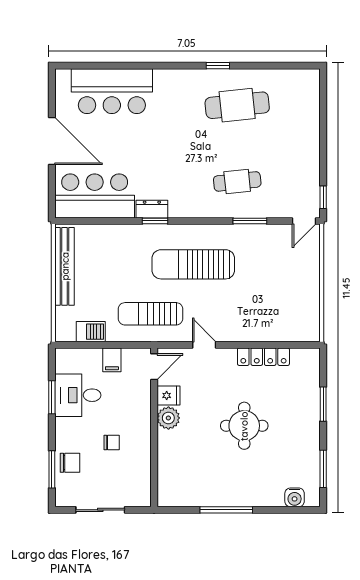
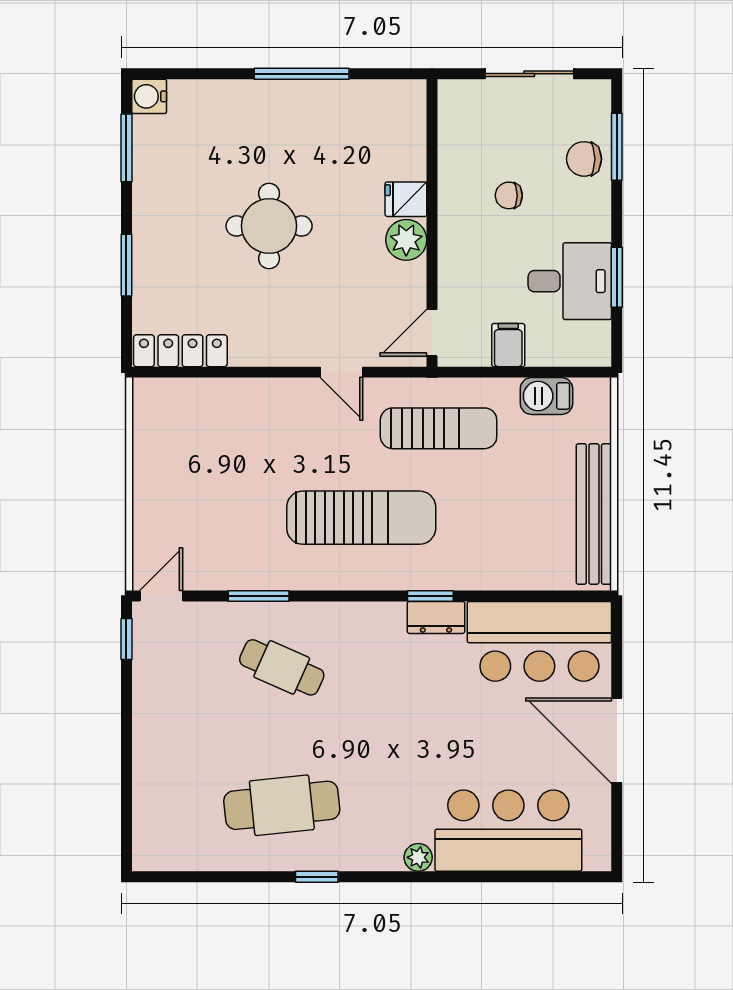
plant: (162, 76) -> (418, 857), added
cafe table: (237, 181) -> (282, 667), turned 30
locker: (263, 357) -> (180, 351), moved
fridge: (168, 395) -> (406, 199), moved
water cooler: (295, 497) -> (149, 96), moved, turned -90

